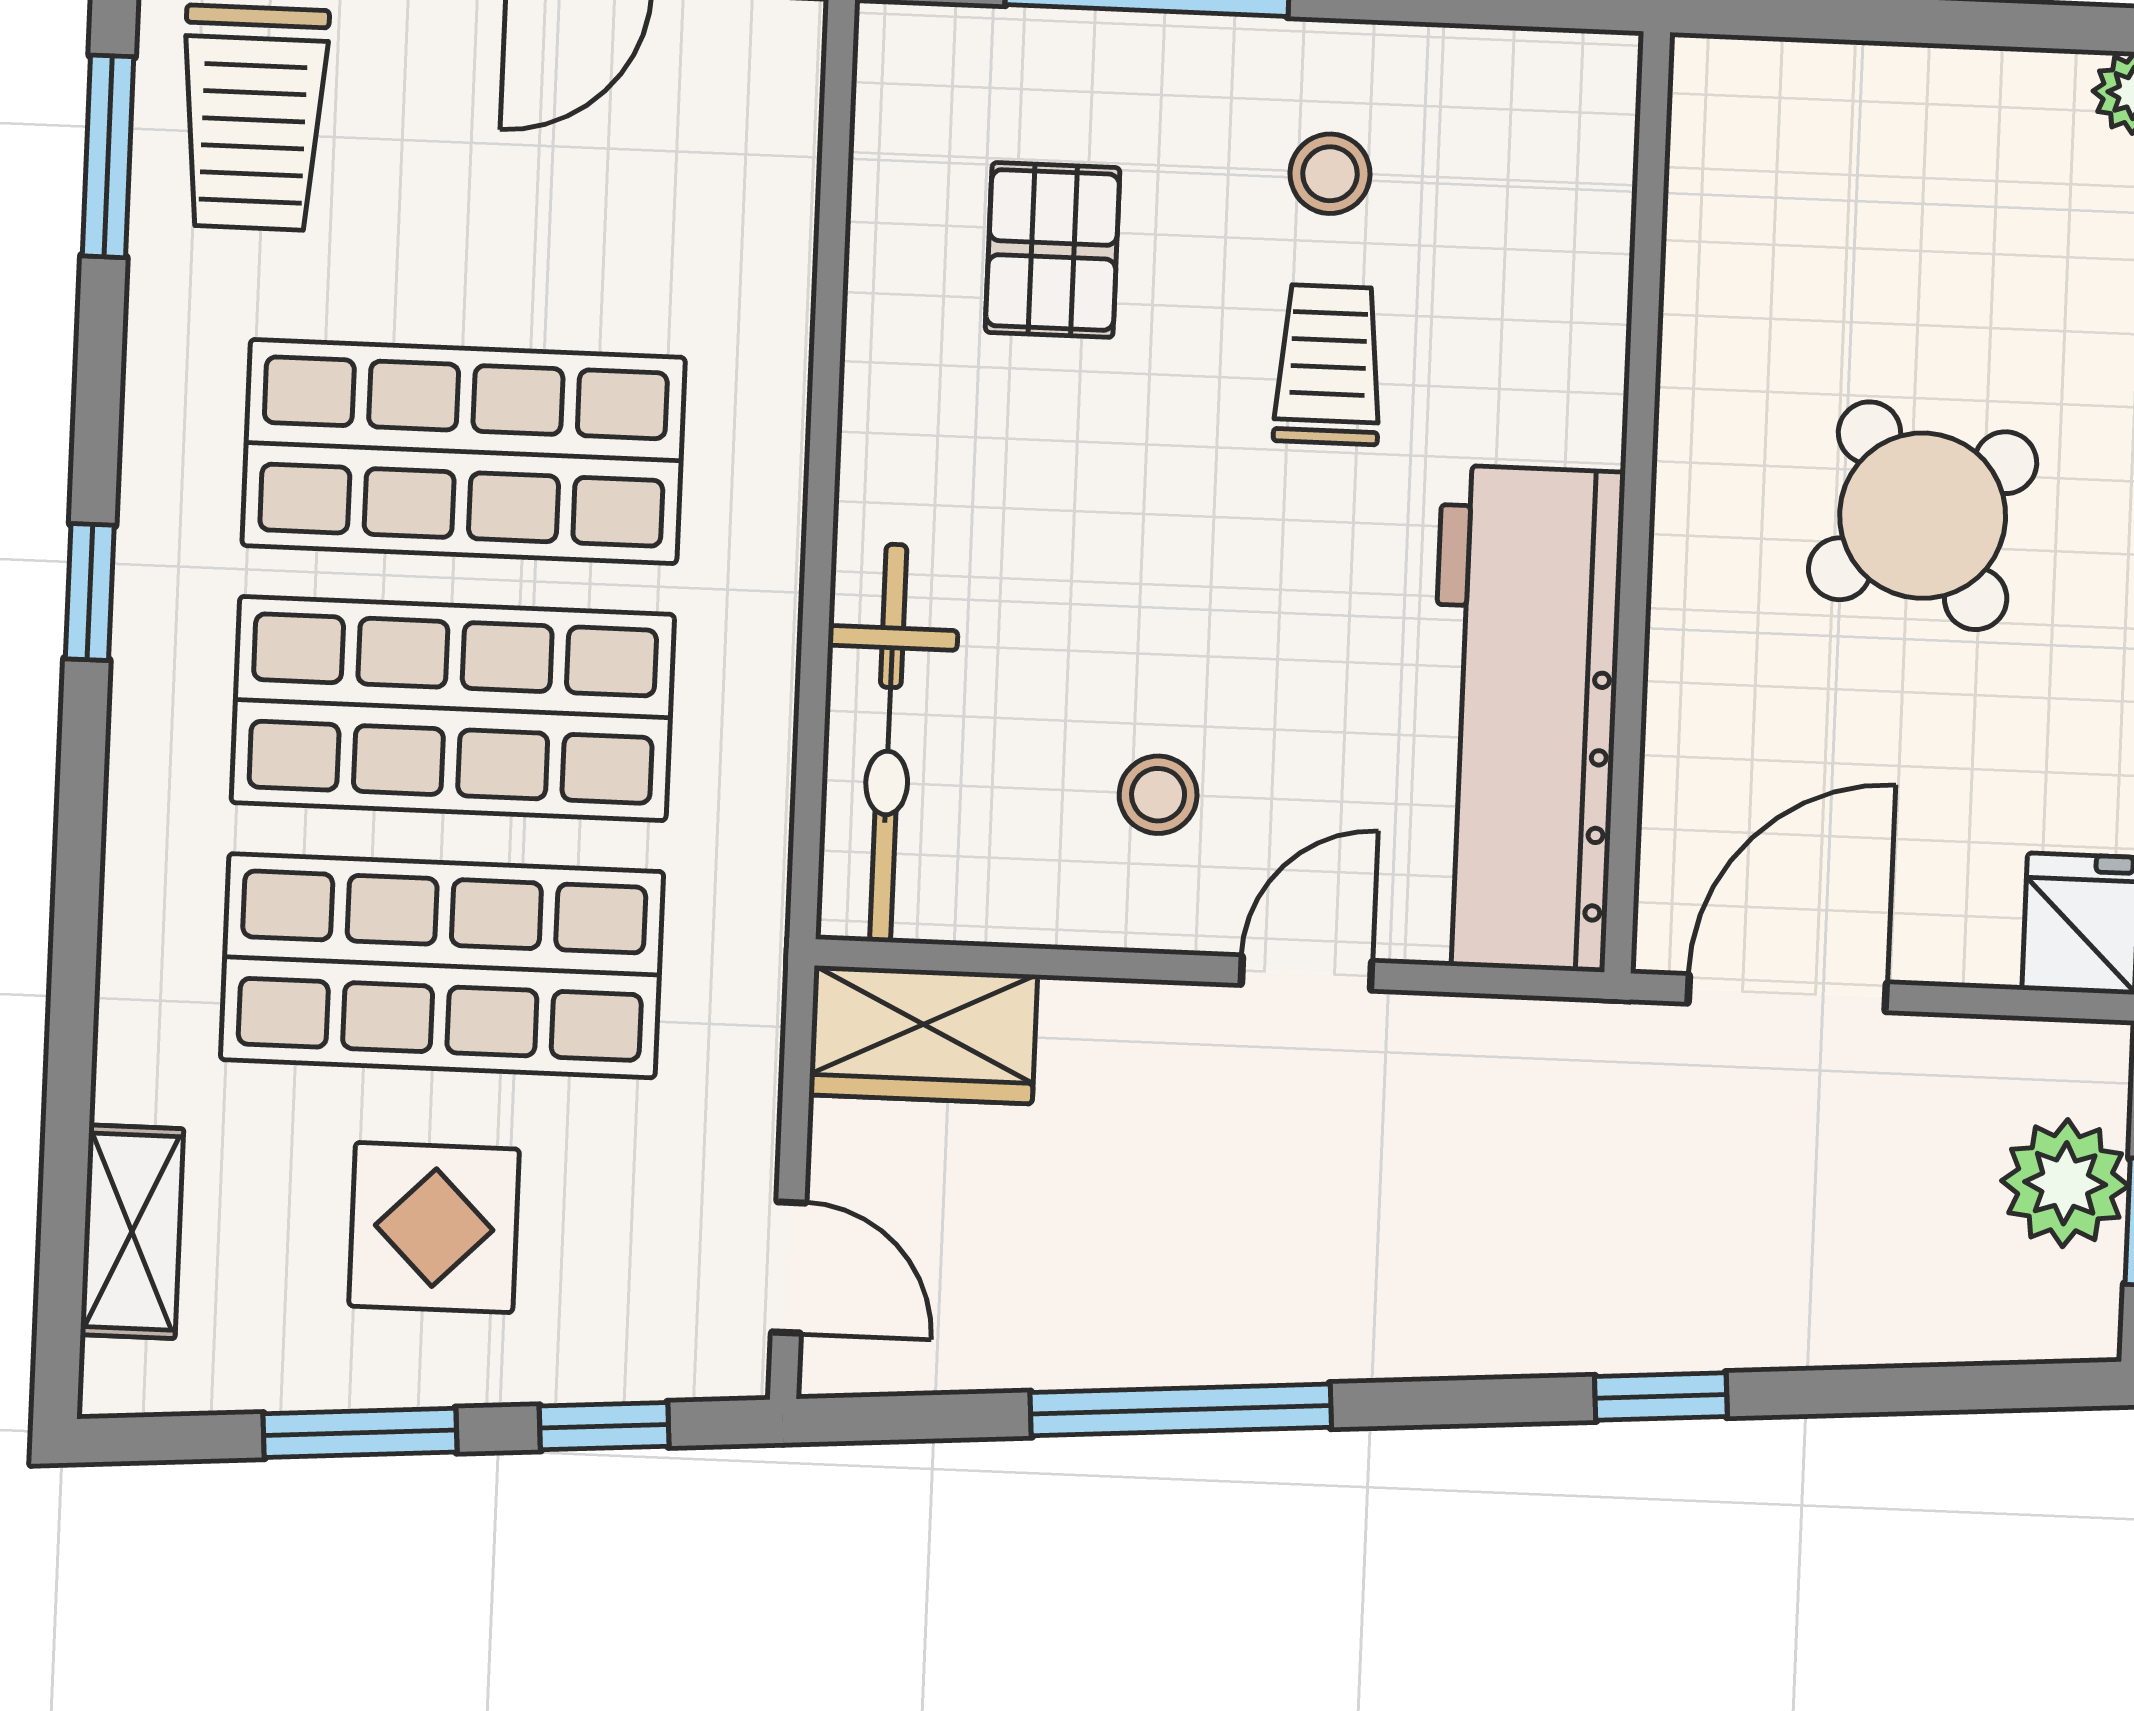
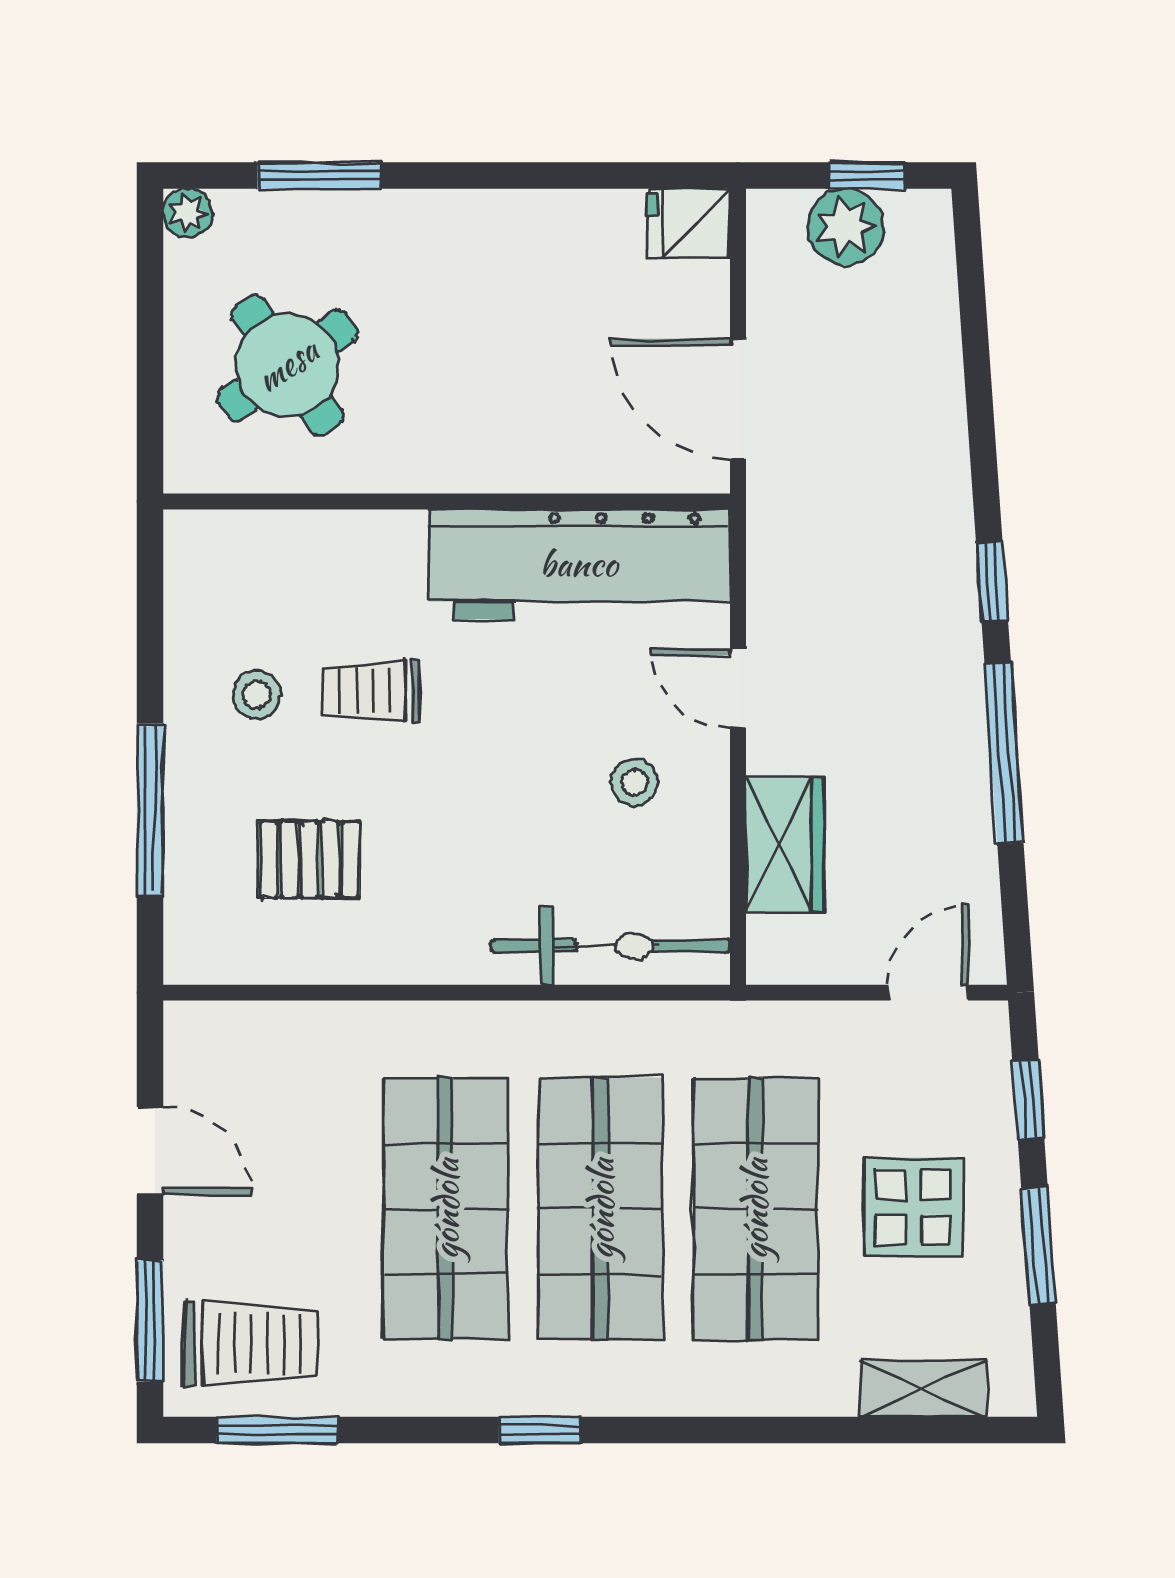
round table: (1923, 516) -> (287, 365), moved
wardrobe: (923, 1035) -> (785, 845), moved
window: (1661, 1396) -> (992, 581), moved

